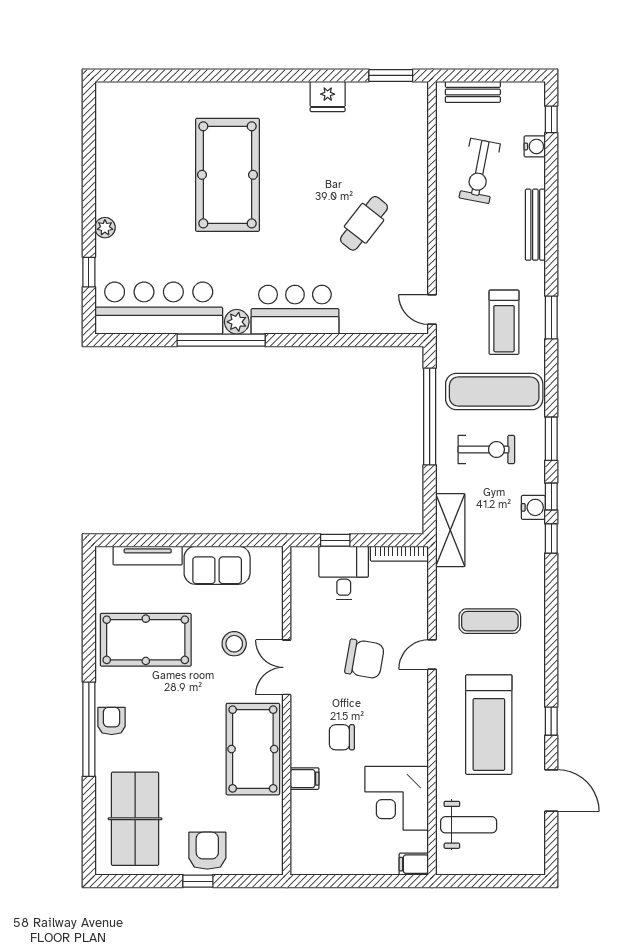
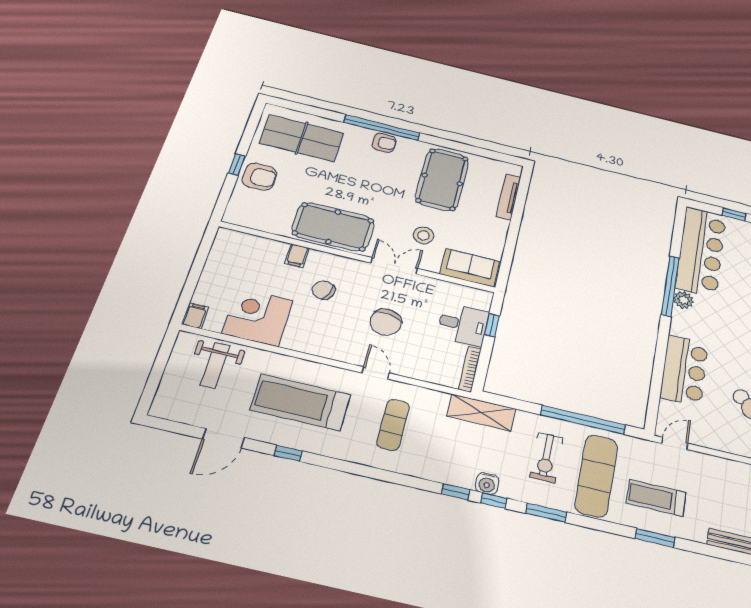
bar counter: (295, 310) -> (684, 371), moved
sofa: (217, 565) -> (470, 268), moved, turned 90
chair: (342, 737) -> (324, 290), turned -71

